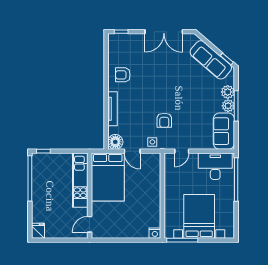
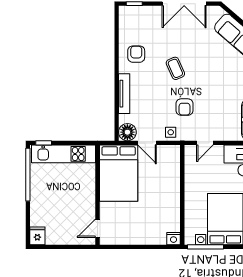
armchair: (123, 75) -> (136, 54), turned 90
coffee table: (156, 87) -> (175, 68), added
kitchen unit: (80, 180) -> (64, 154), moved, turned -90

